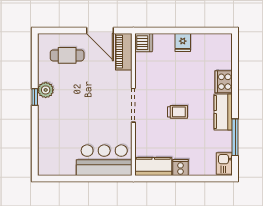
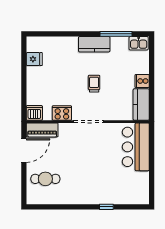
fridge: (183, 43) -> (34, 59), moved
cafe table: (67, 55) -> (45, 179), turned 90
cooker: (224, 82) -> (62, 113), moved, turned 180
plant: (46, 90) -> (75, 197), removed
window: (35, 97) -> (106, 207), moved

